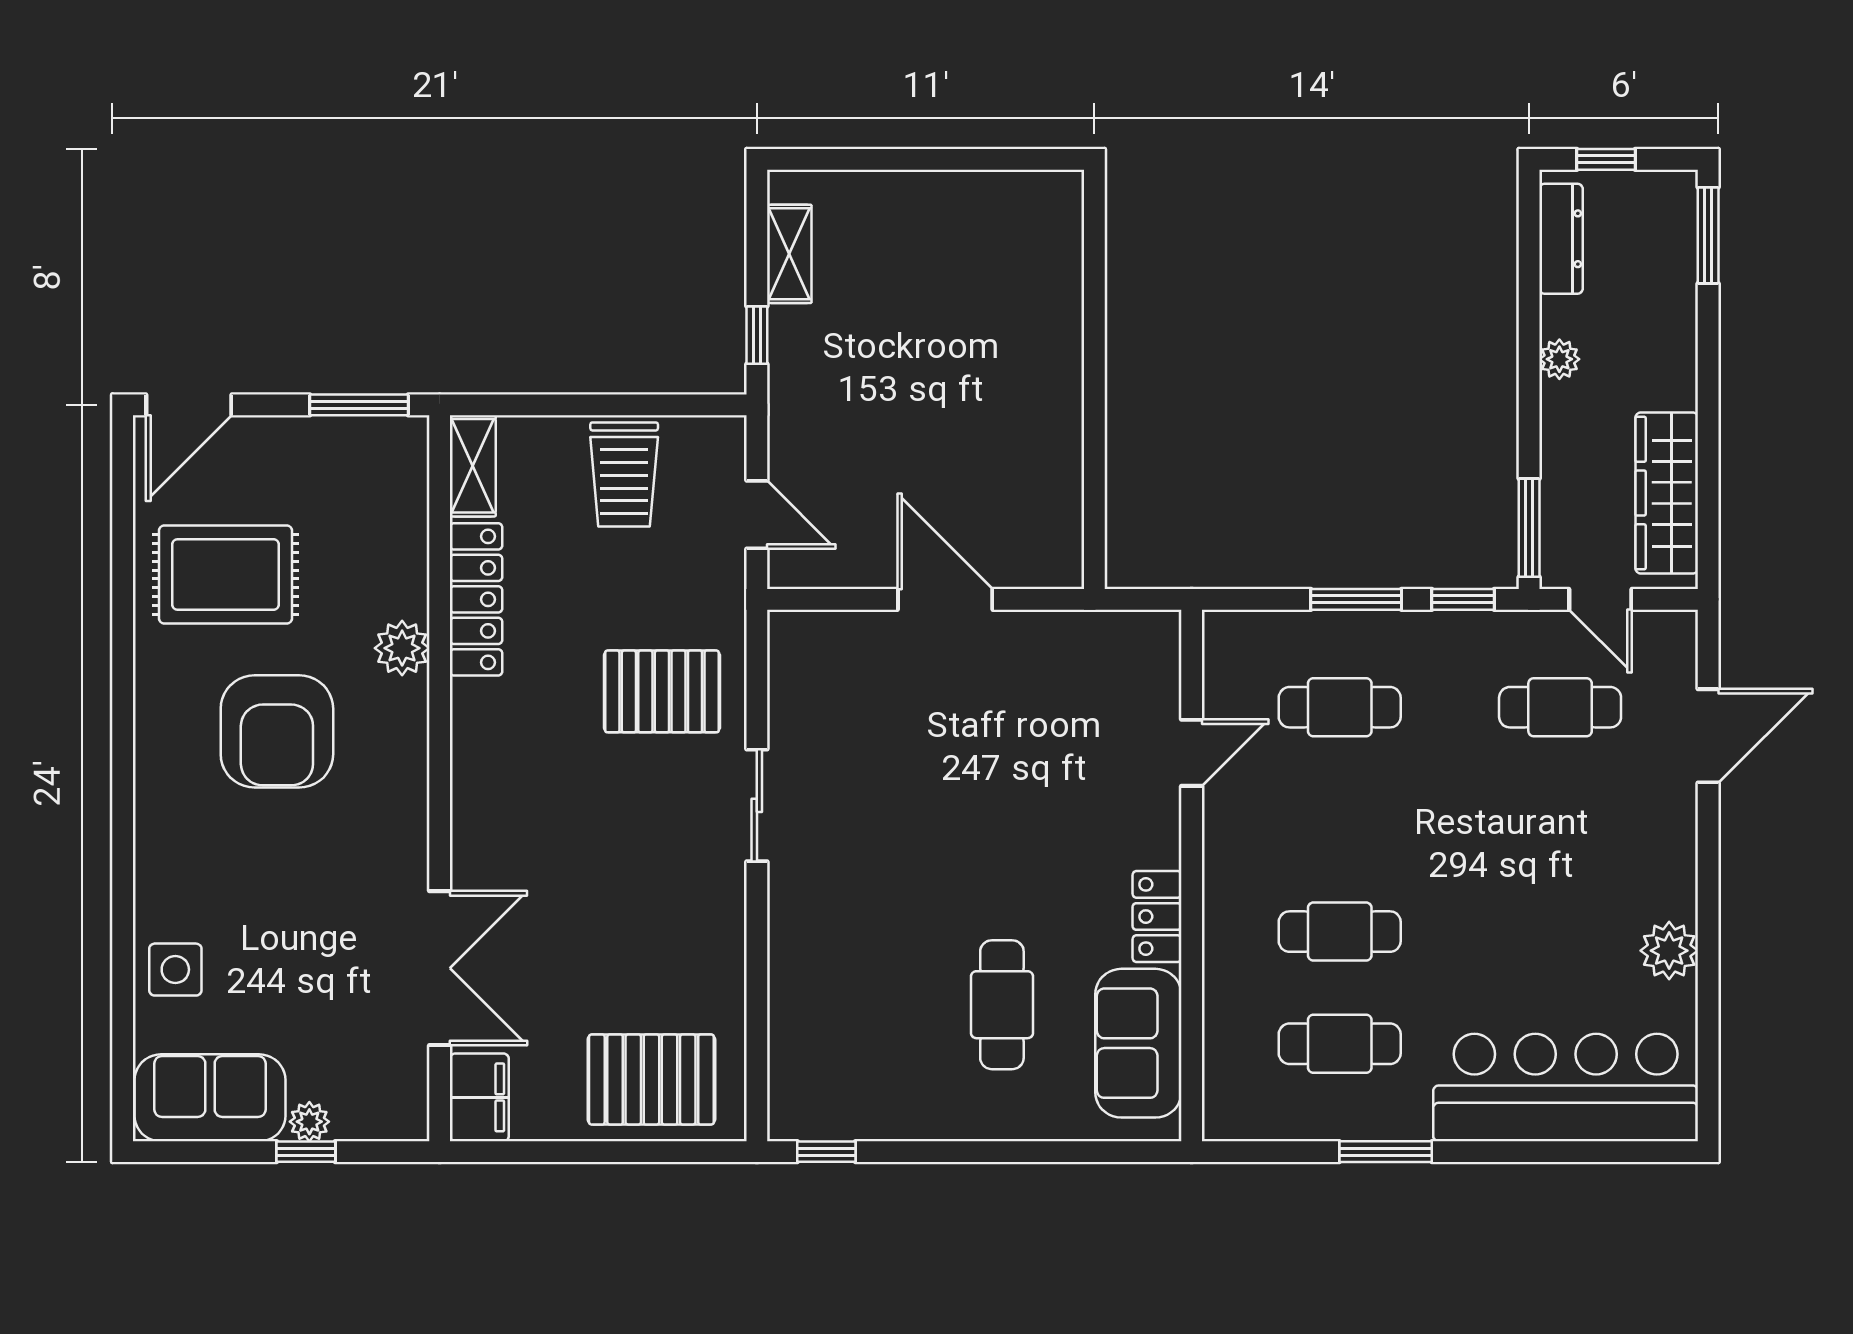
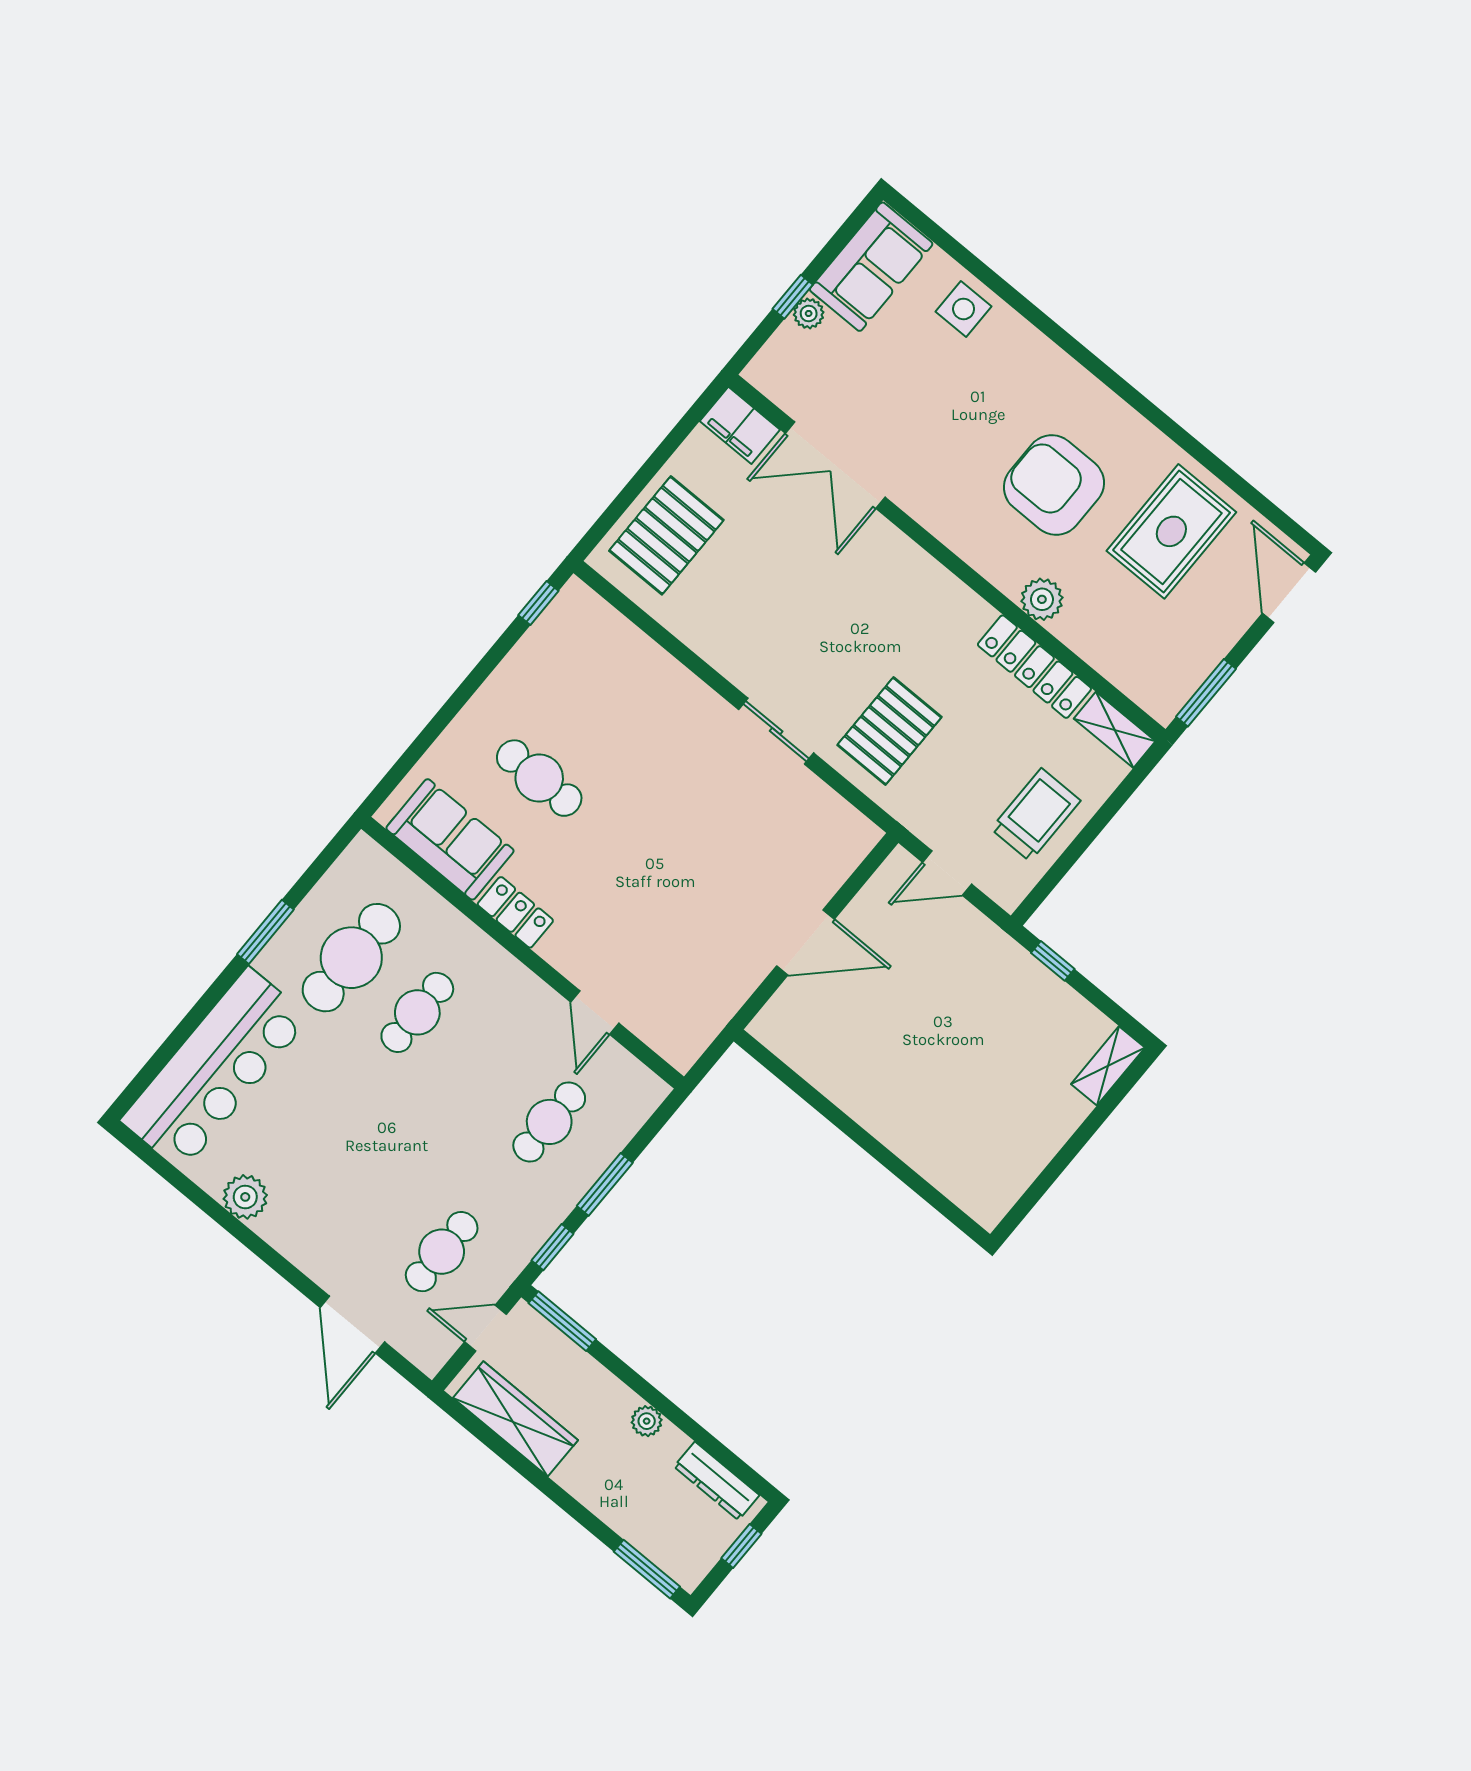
shelving: (789, 254) -> (1108, 1066), moved, turned 90
trolley: (624, 474) -> (1036, 815), turned 90
cafe table: (1340, 1044) -> (351, 958), width x1.37, depth x1.35

